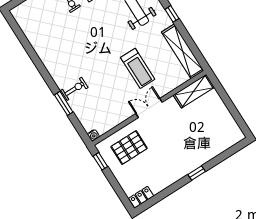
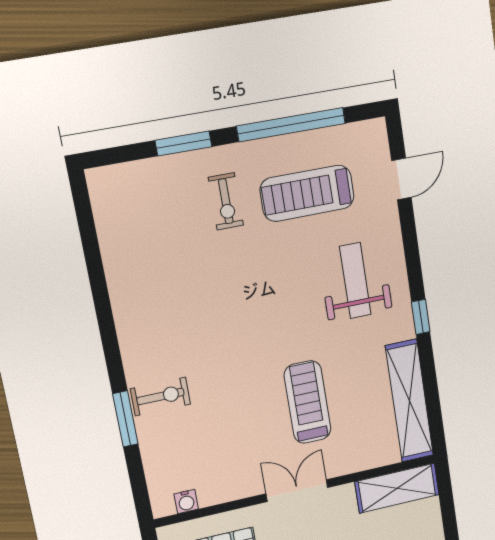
treadmill: (138, 68) -> (308, 402), turned 180
water cooler: (93, 135) -> (186, 501), moved

